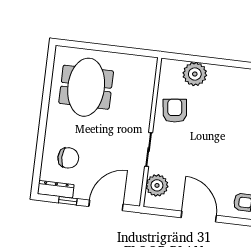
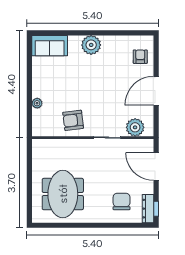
plant: (195, 74) -> (37, 103), width x0.53, depth x0.53
meeting table: (86, 87) -> (63, 194), turned 90
window: (68, 201) -> (156, 209), moved

